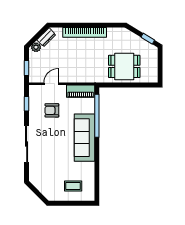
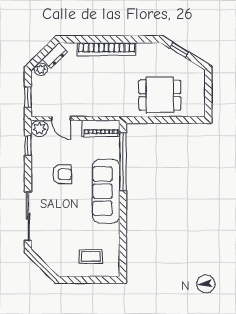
window: (148, 39) -> (179, 50), moved
door: (51, 84) -> (61, 118), swing flipped
plant: (35, 91) -> (39, 128), added
armchair: (52, 110) -> (62, 174), moved, turned 180
sliding door: (27, 144) -> (28, 216), moved

